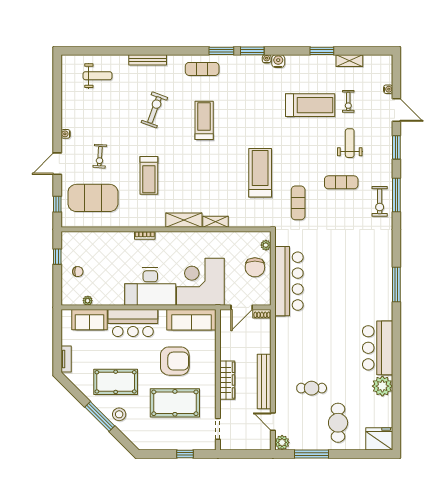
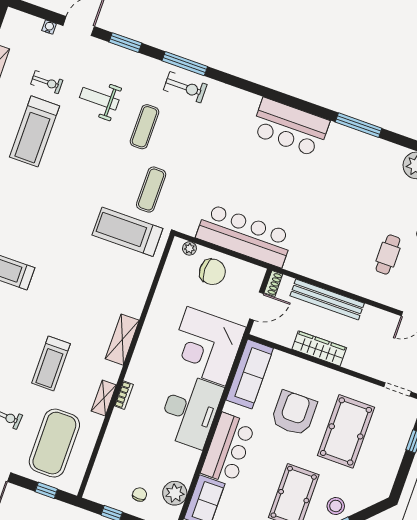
treadmill: (310, 105) -> (34, 131), turned 180
treadmill: (260, 173) -> (127, 232), moved
treadmill: (149, 175) -> (51, 363), turned 90
exercise mat: (298, 203) -> (151, 190), turned 90
shelving: (216, 222) -> (104, 398), moved
window: (396, 284) -> (359, 125), moved
plant: (88, 301) -> (175, 493), width x1.87, depth x1.87
door: (242, 307) -> (257, 306), hinge flipped
bar counter: (378, 348) -> (290, 127), moved
wardrobe: (227, 380) -> (319, 348), moved
bench: (264, 381) -> (327, 299), moved

